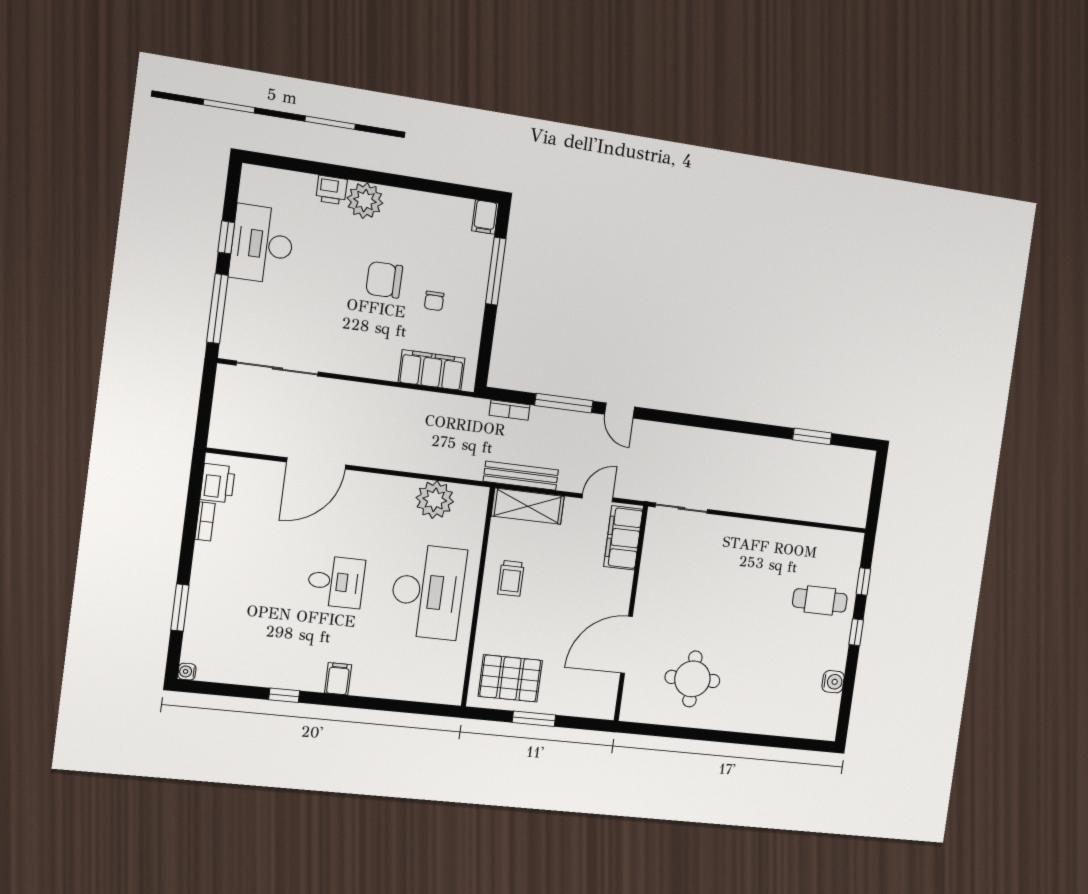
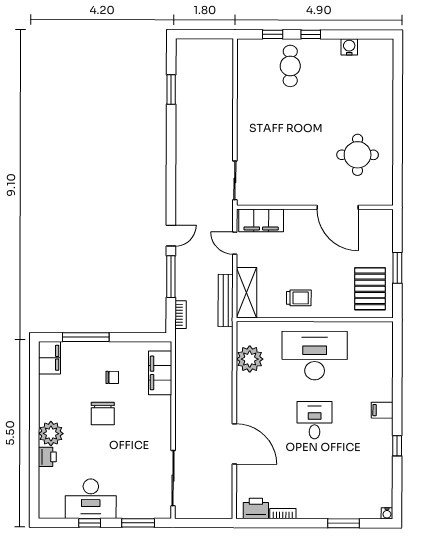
filing cabinet: (485, 217) -> (50, 358), width x2.00
window: (217, 309) -> (138, 523), width x0.69

